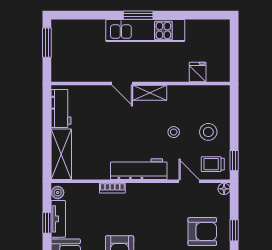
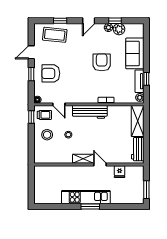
fridge: (198, 72) -> (120, 172), moved

